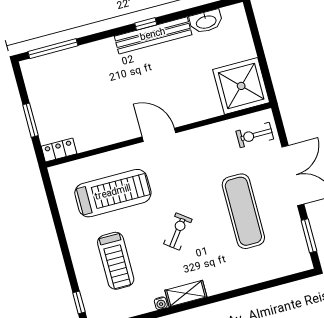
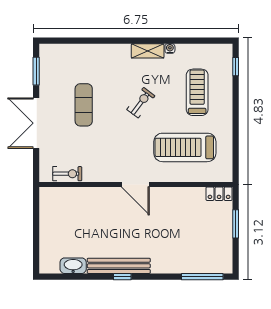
shower: (241, 86) -> (59, 206), removed
exercise bike: (255, 135) -> (67, 174), moved
exercise mat: (243, 211) -> (84, 105), width x0.73, depth x0.69
exercise bike: (178, 231) -> (141, 103), turned 180

